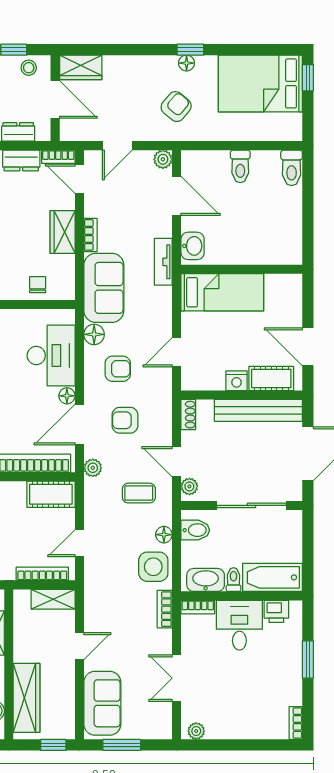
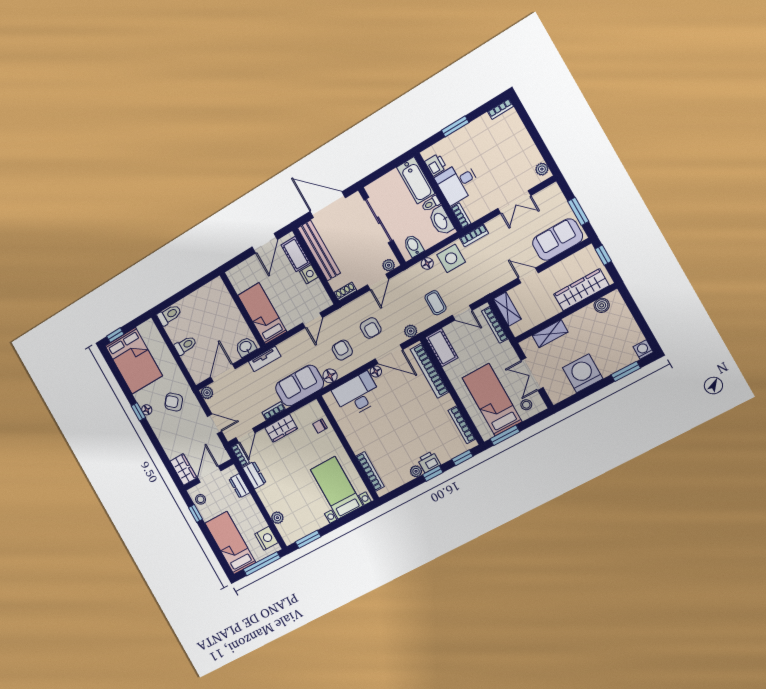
door: (177, 352) -> (313, 320), hinge flipped
coffee table: (139, 493) -> (436, 303), moved

